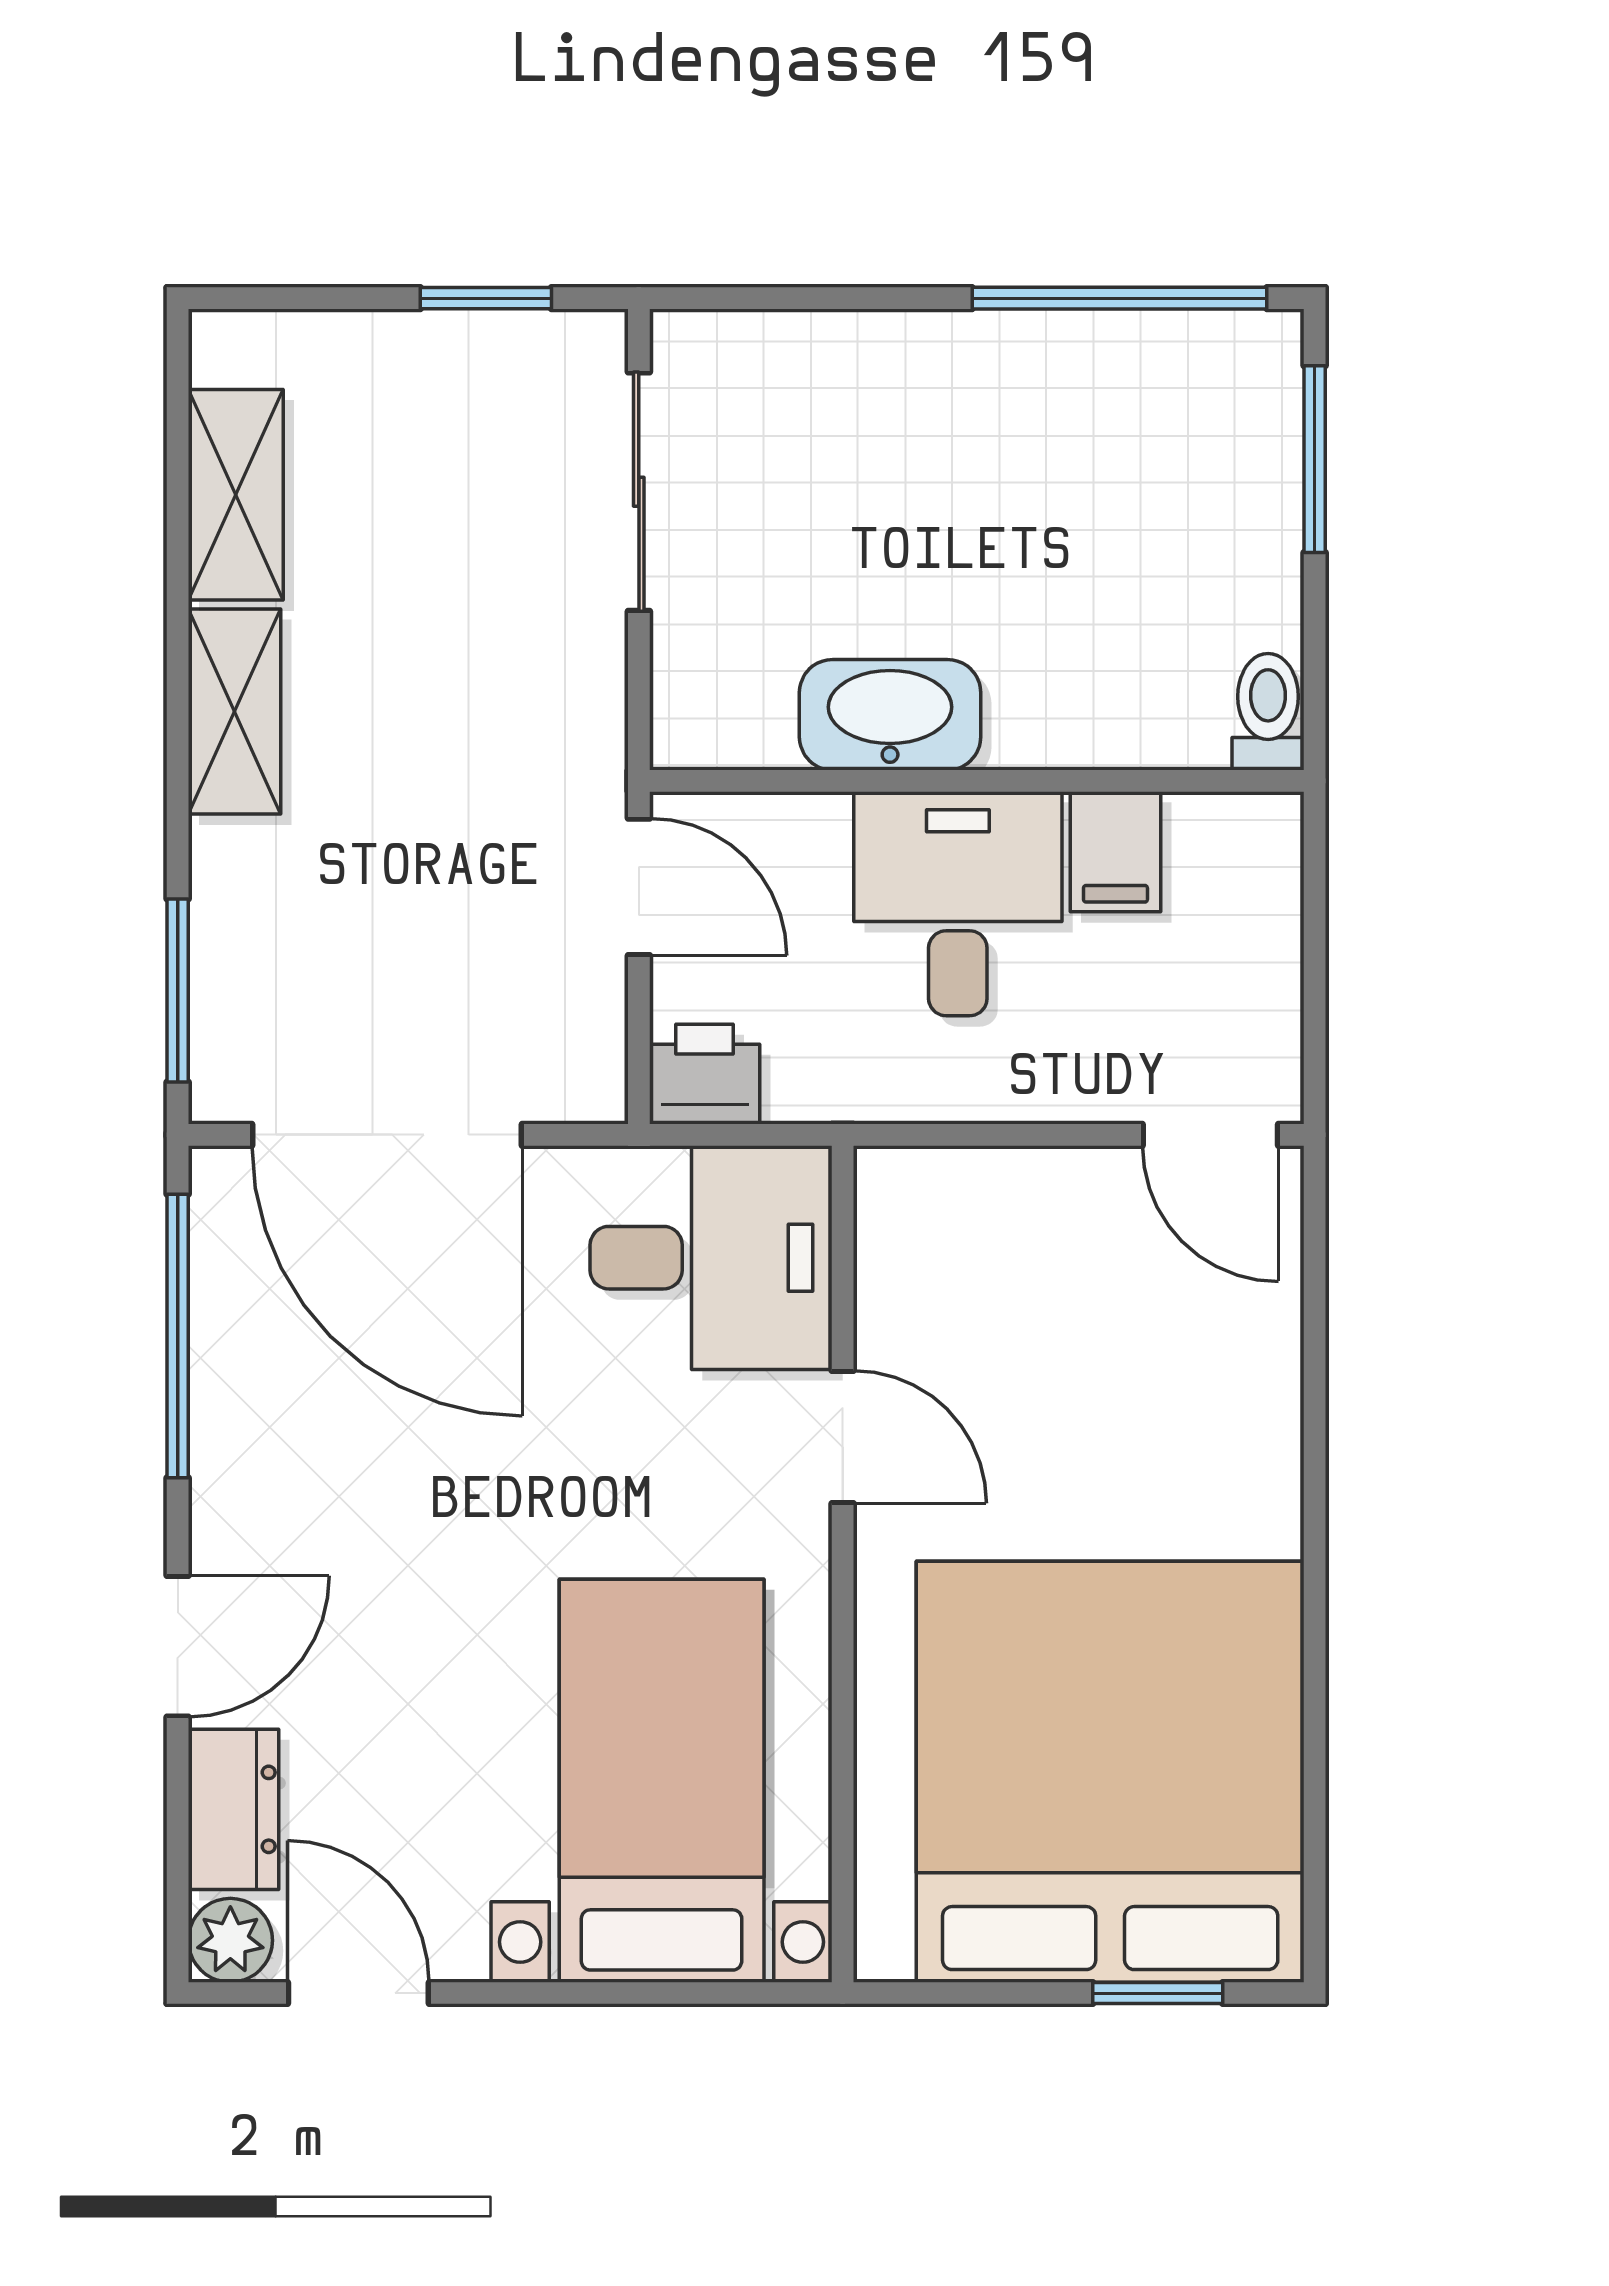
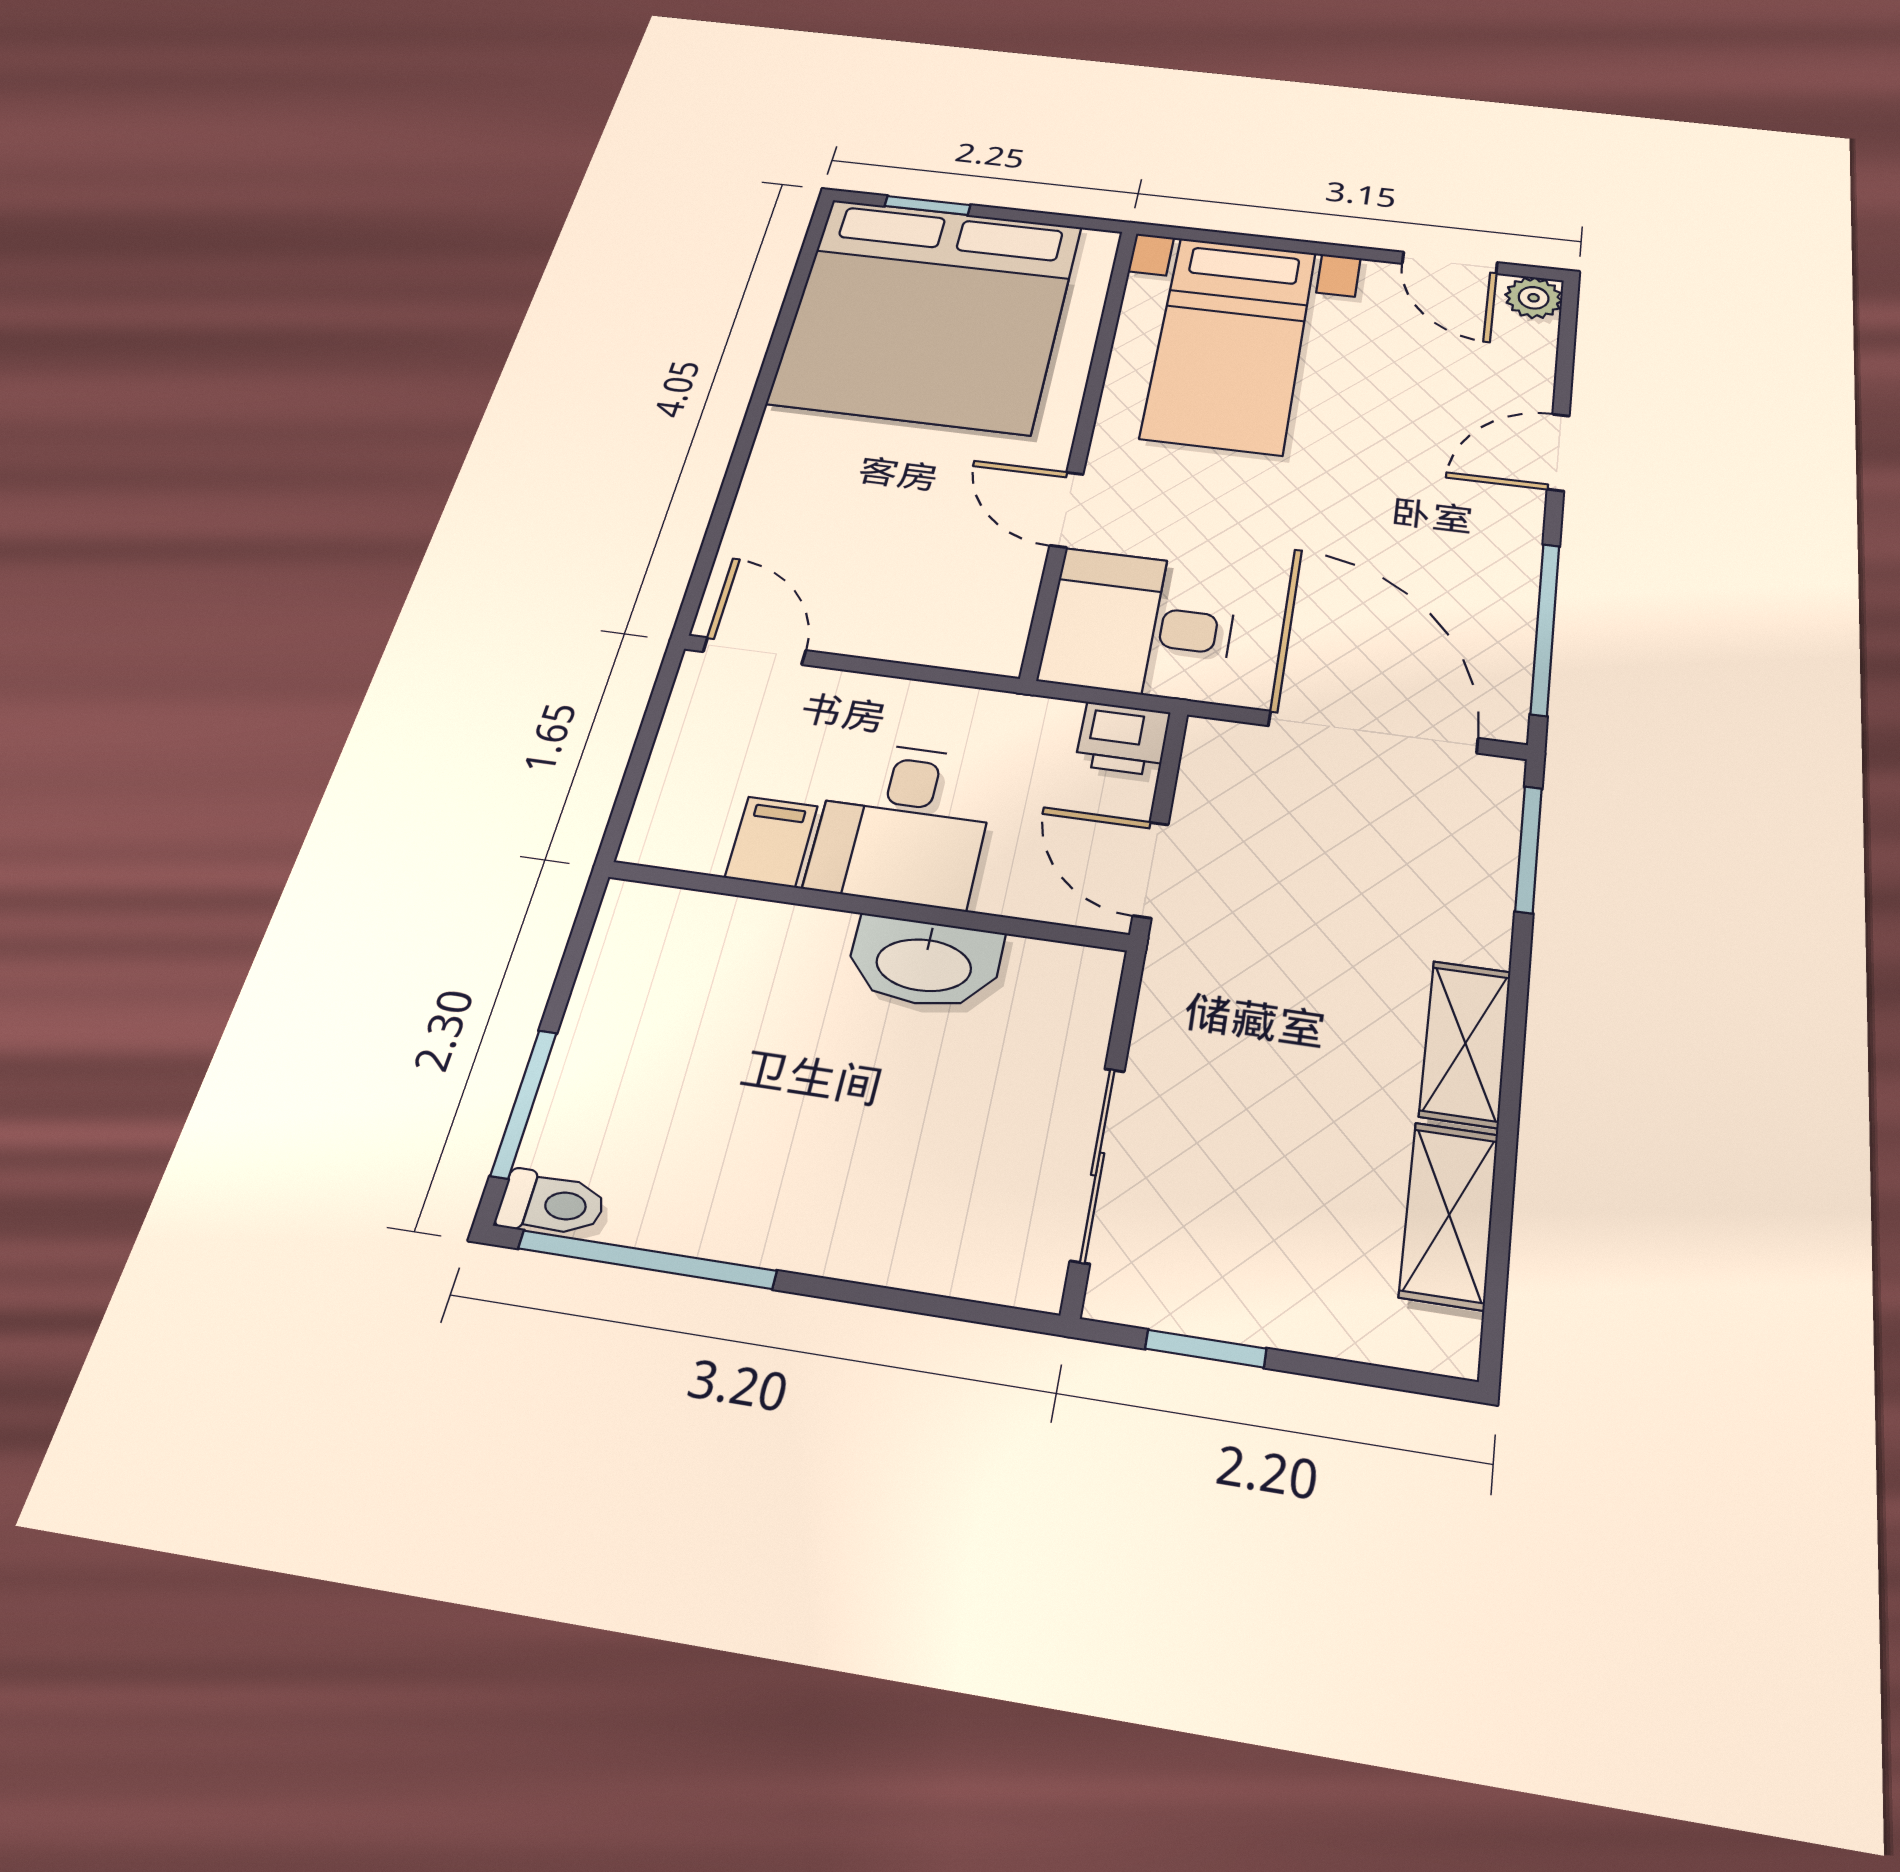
toilet: (1268, 712) -> (552, 1204), moved, turned -90
dresser: (233, 1809) -> (1526, 363), removed

